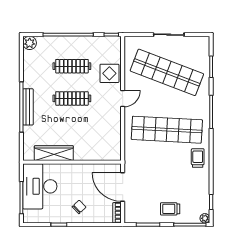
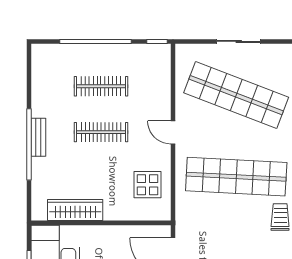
plant: (30, 43) -> (41, 53), removed
display table: (109, 73) -> (147, 185), moved
door: (123, 99) -> (173, 132), swing flipped
bench: (28, 107) -> (38, 137), width x0.73

